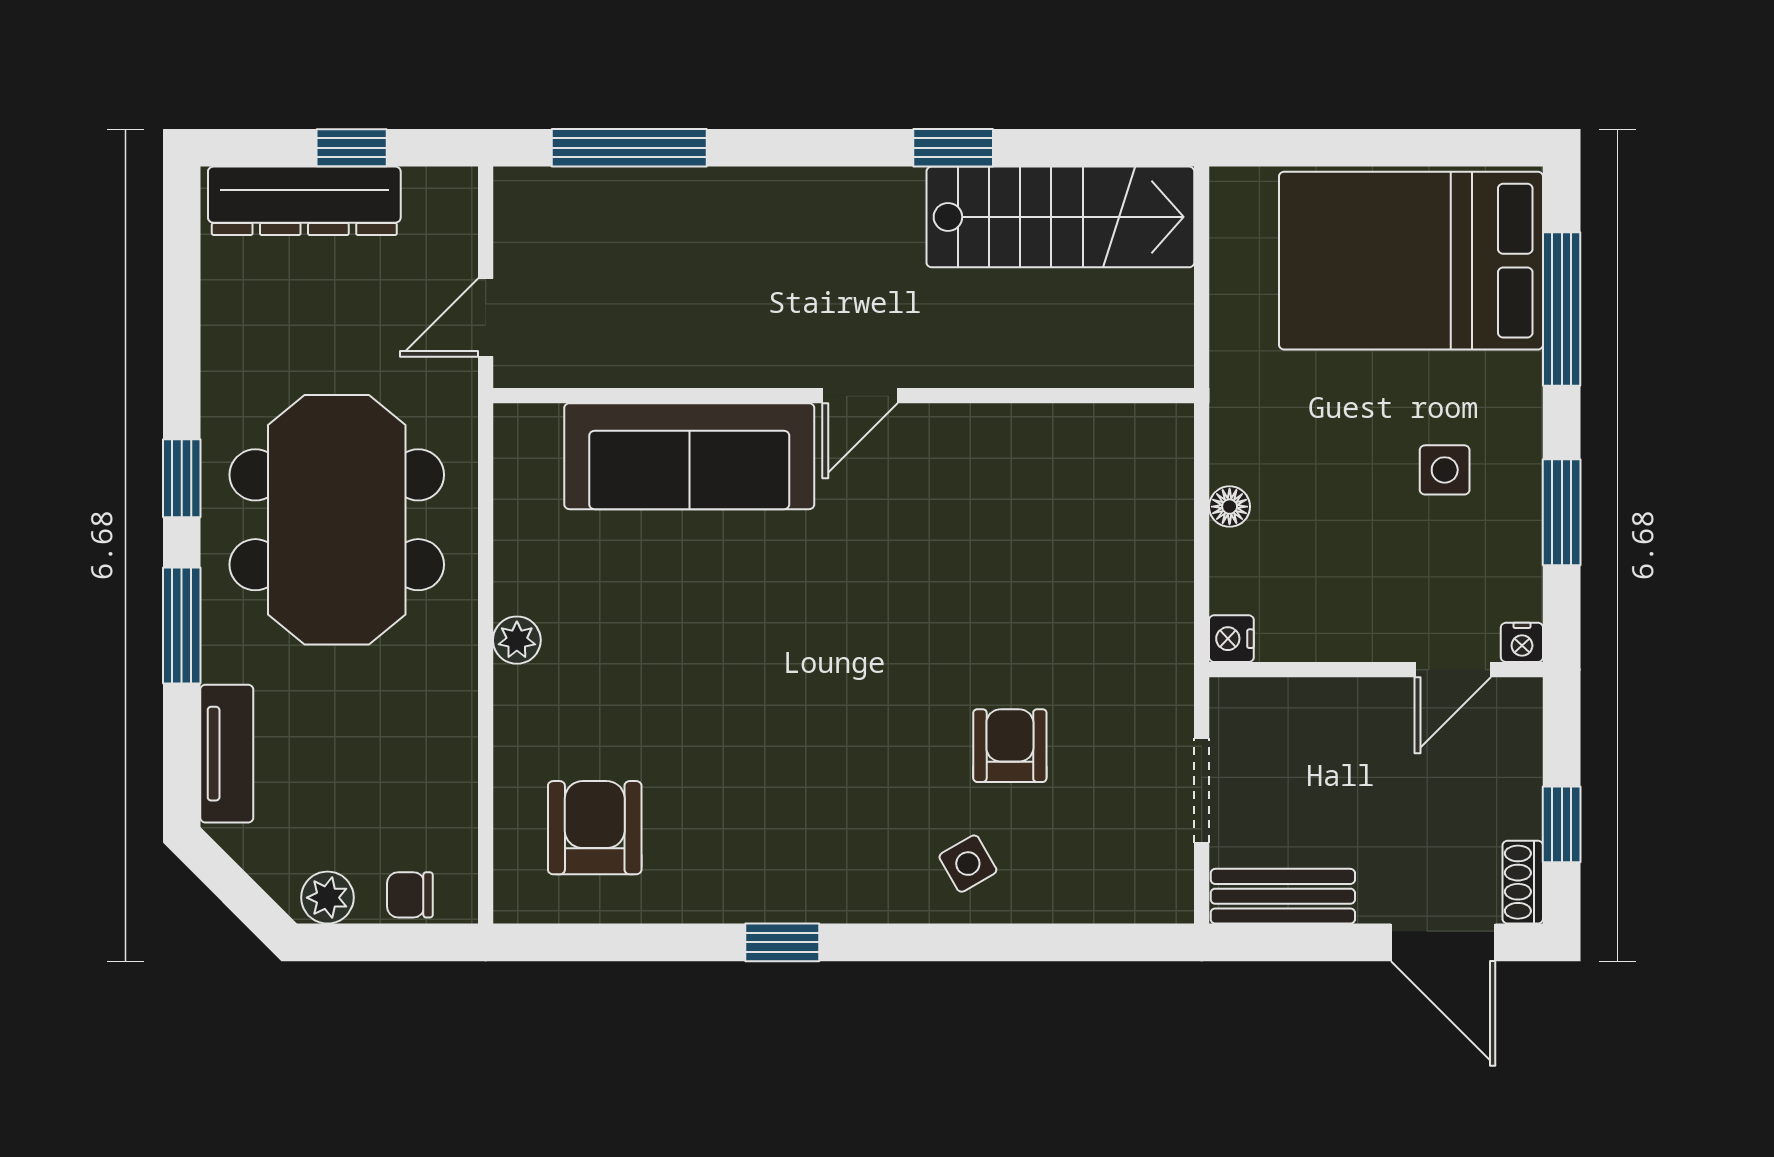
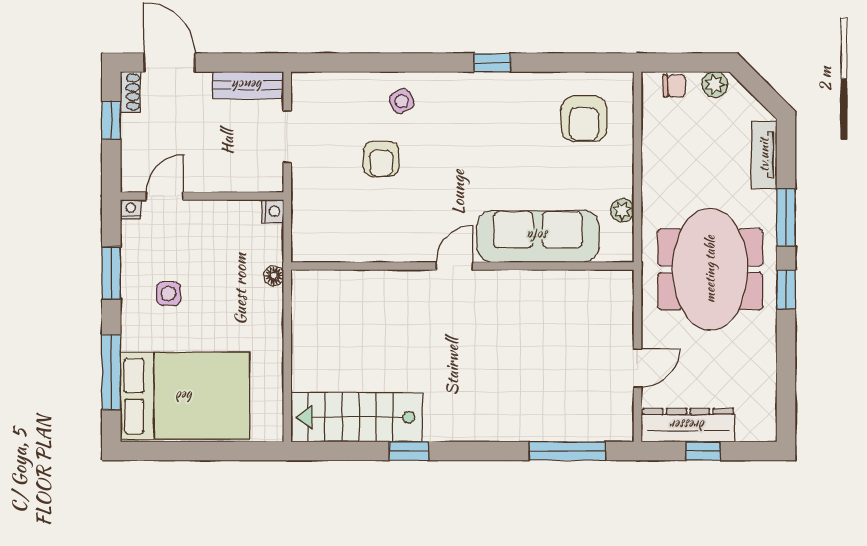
dresser: (304, 201) -> (688, 425), moved
wall: (844, 396) -> (462, 266), moved
door: (860, 396) -> (454, 266), moved
sofa: (689, 456) -> (538, 236), moved

